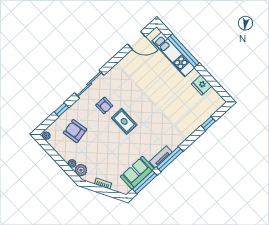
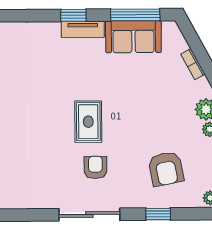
window: (170, 159) -> (73, 15), width x0.46

